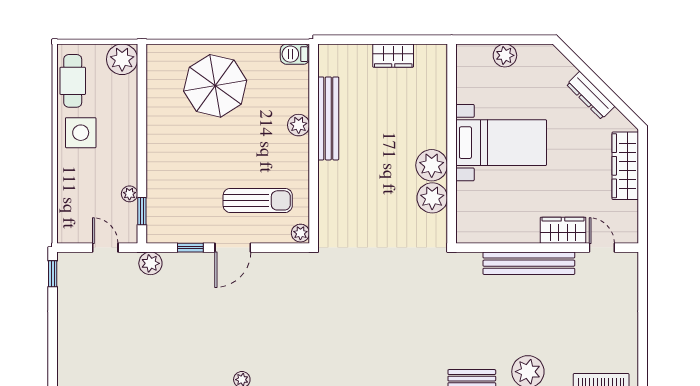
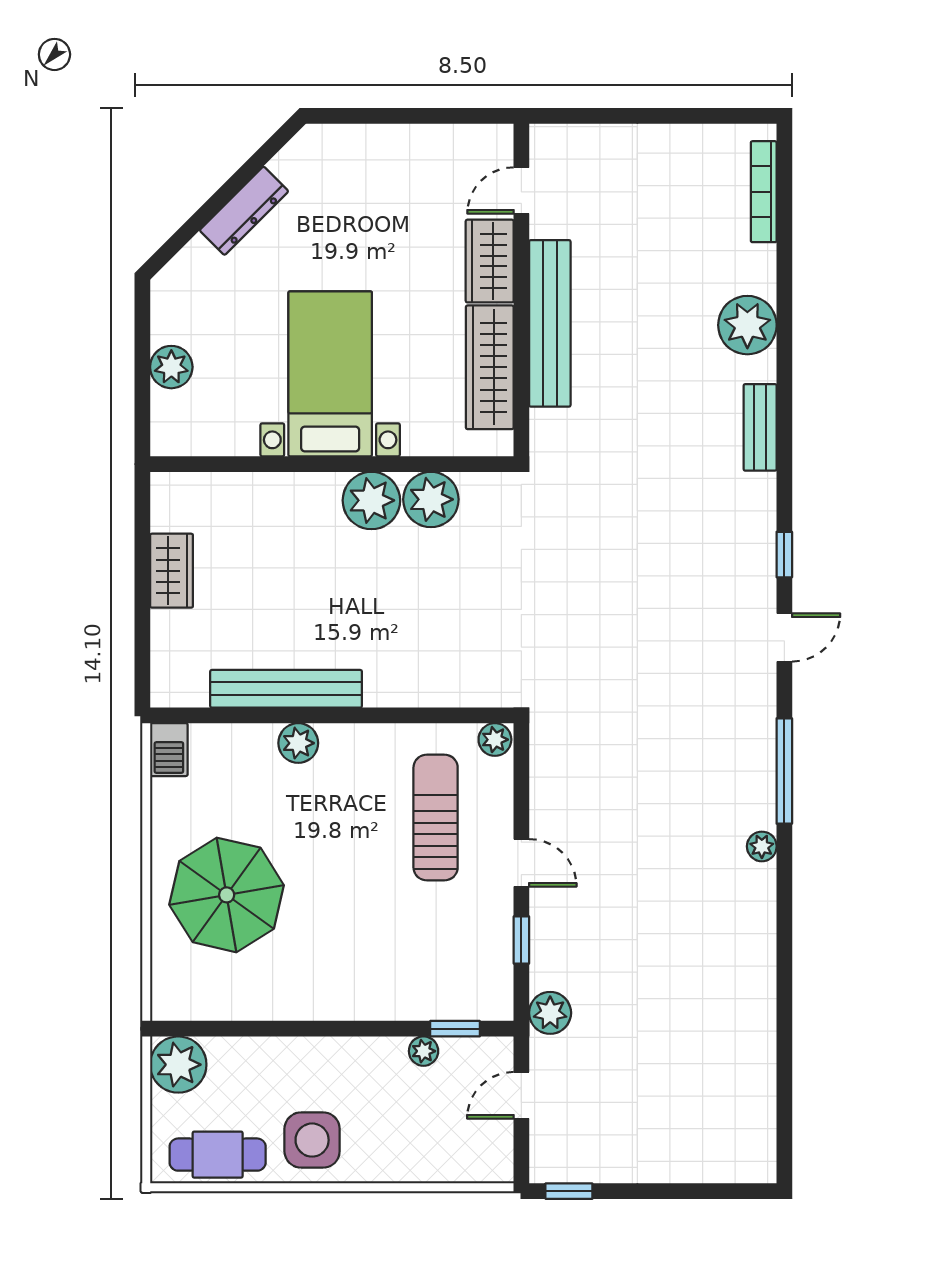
wardrobe: (625, 166) -> (490, 367), moved, turned 90
door: (233, 248) -> (521, 863), width x0.73

